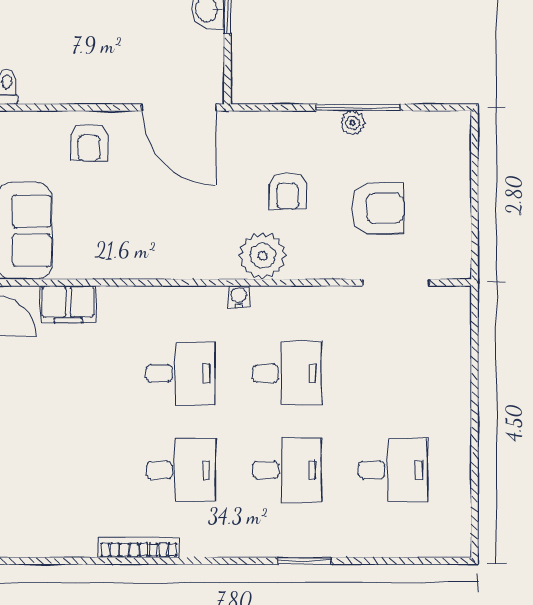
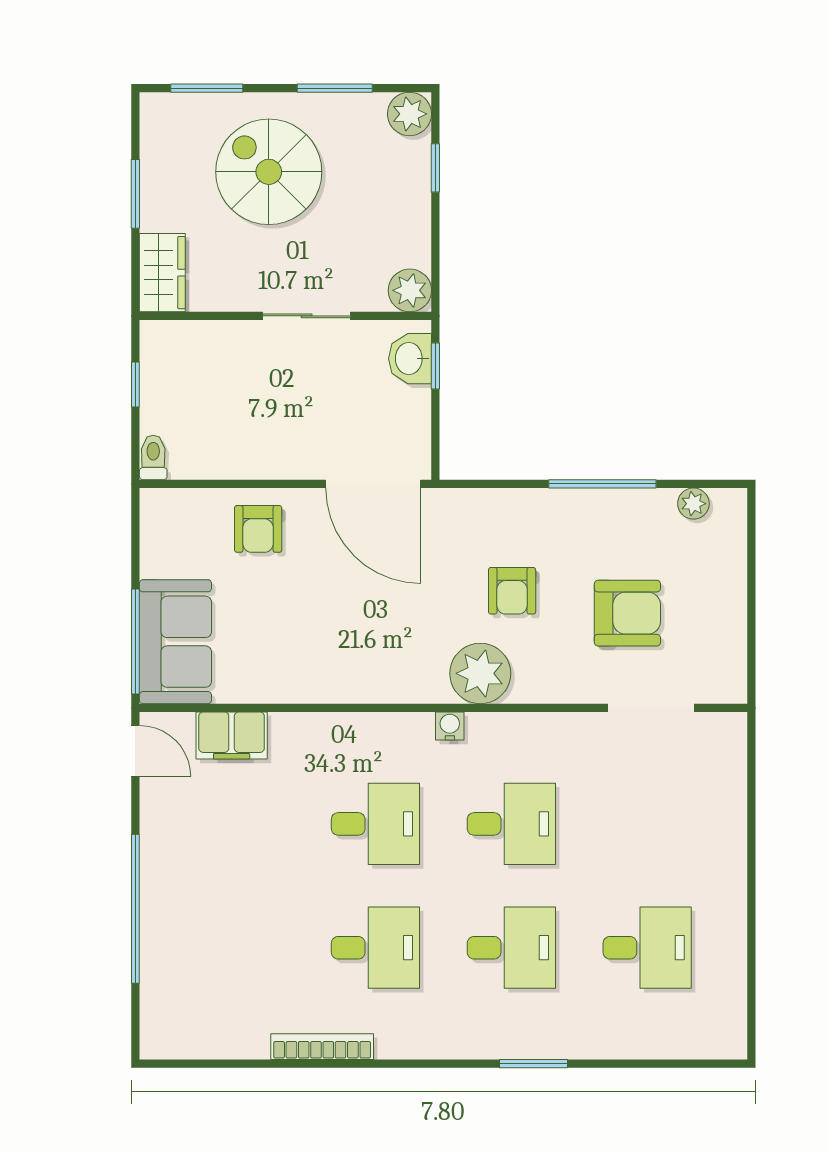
plant: (353, 123) -> (693, 504), moved

